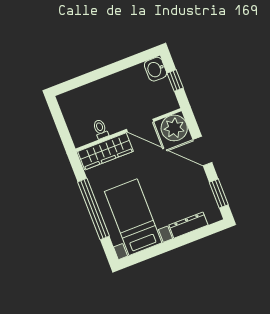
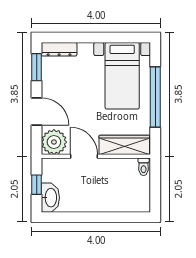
washbasin: (155, 69) -> (50, 198), width x1.38
toilet: (100, 129) -> (144, 167), moved
dresser: (188, 225) -> (59, 49), moved

